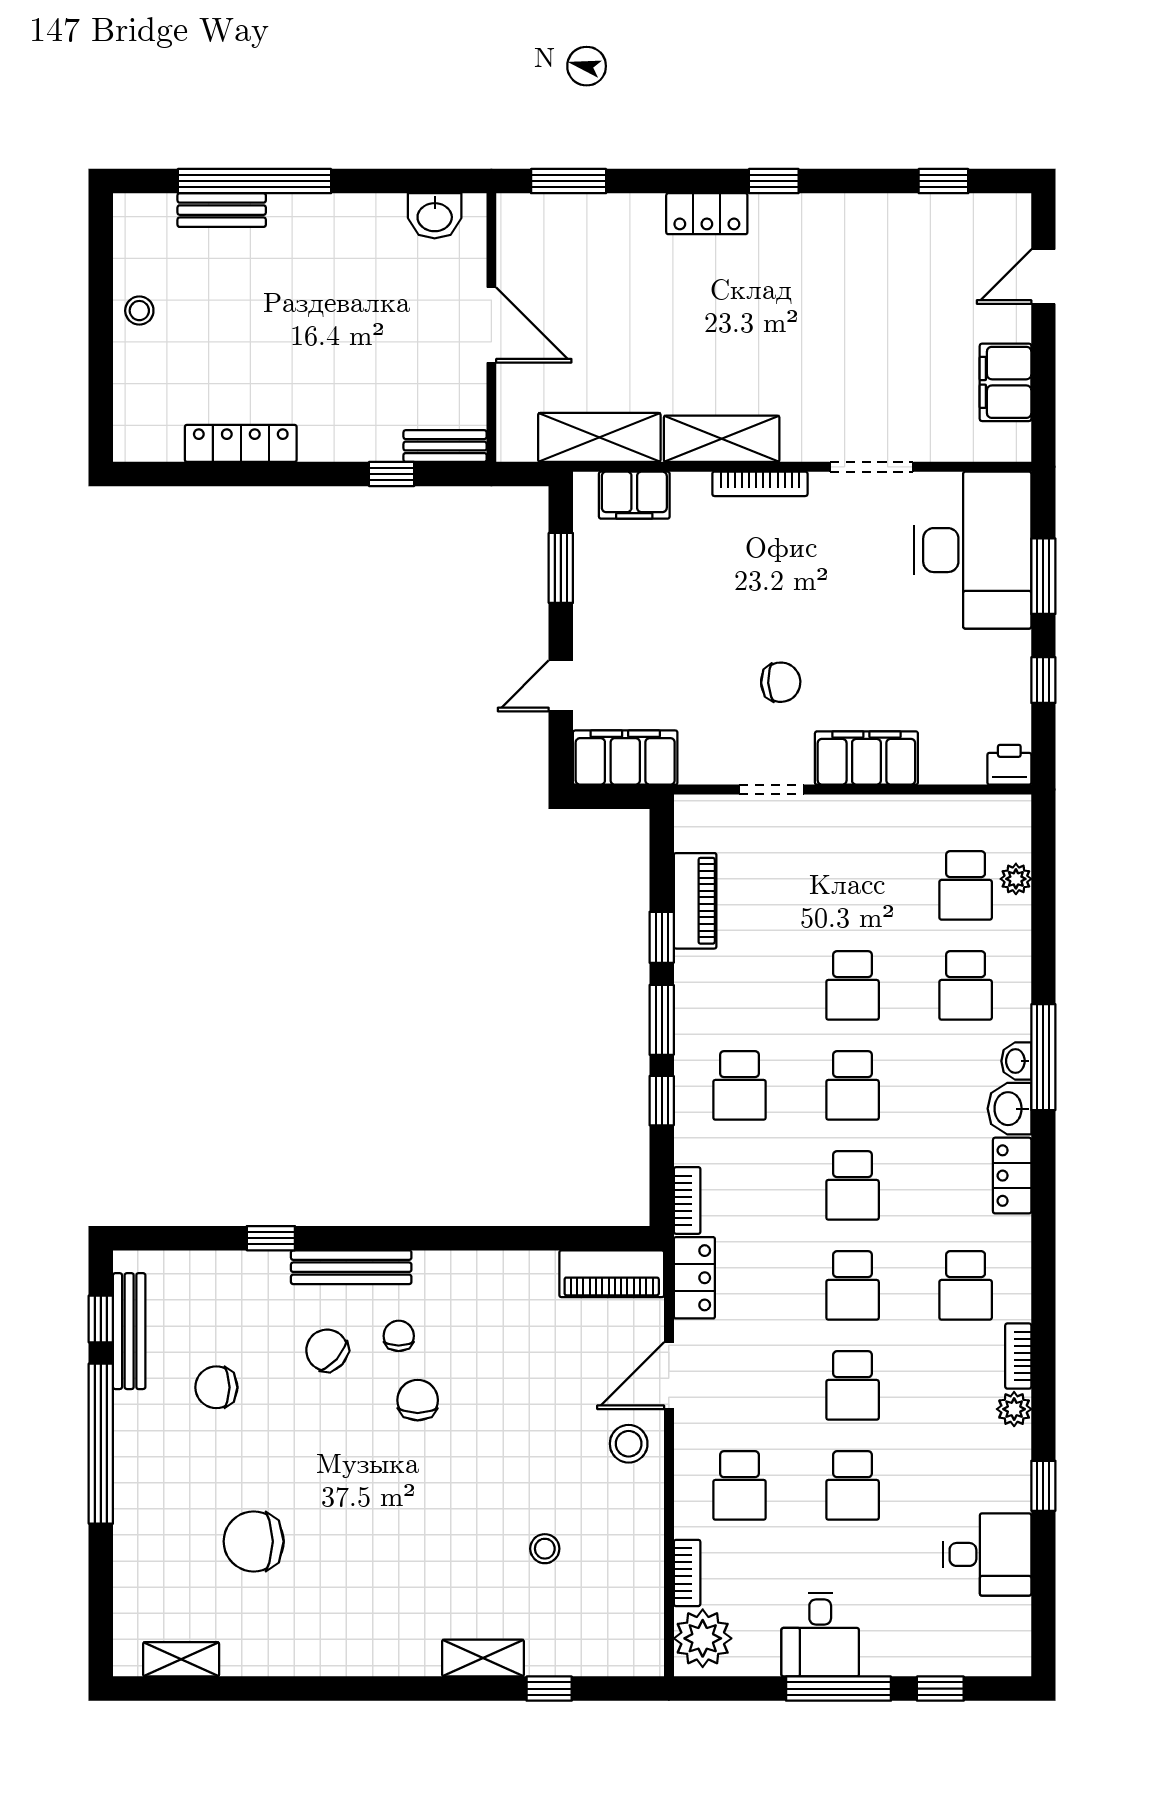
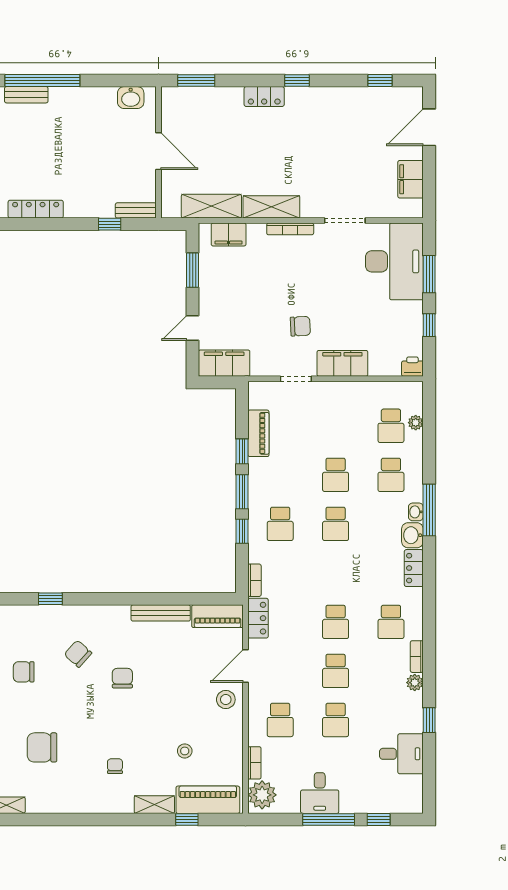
door: (1043, 277) -> (429, 127), width x1.38
school desk: (853, 1185) -> (336, 573), removed
bench: (351, 1267) -> (161, 613), moved
chair: (399, 1336) -> (115, 766), moved
piano: (592, 1648) -> (208, 800), added

